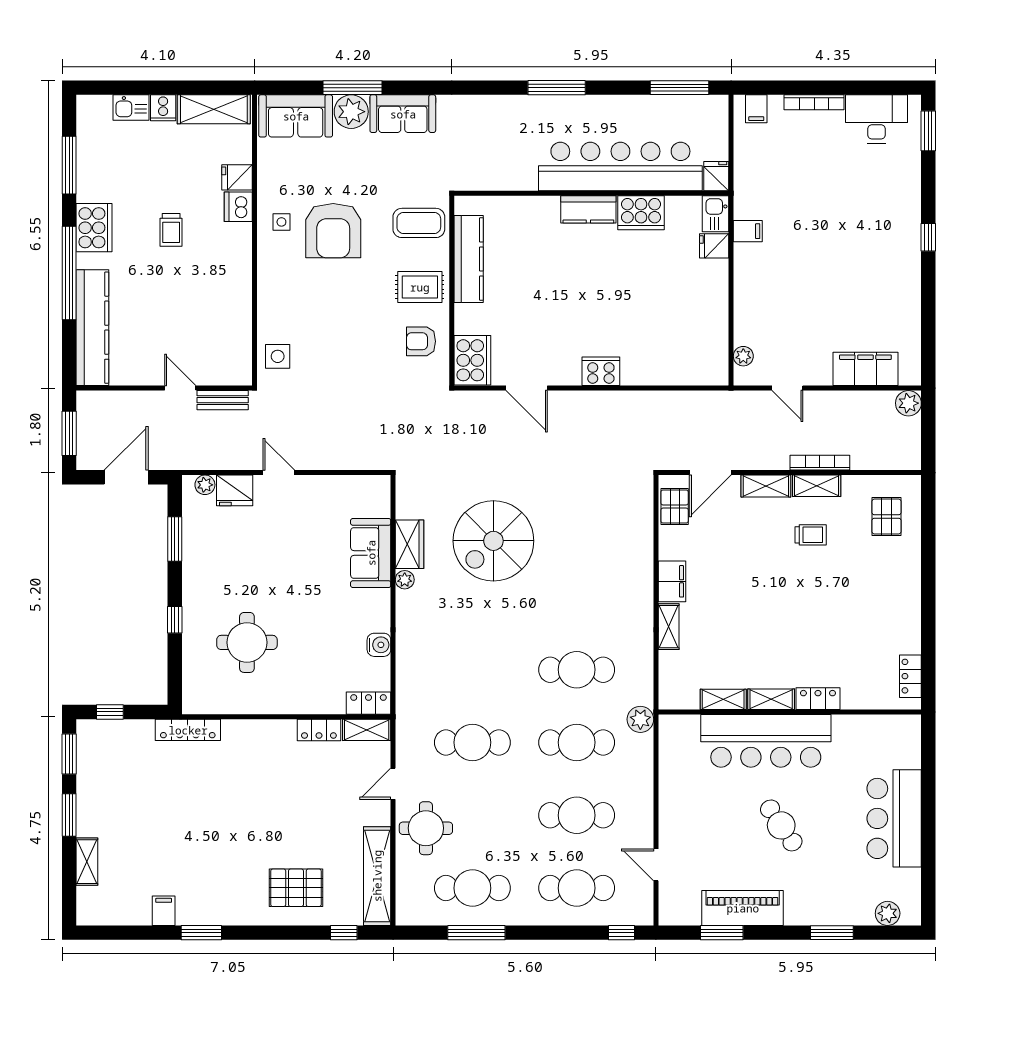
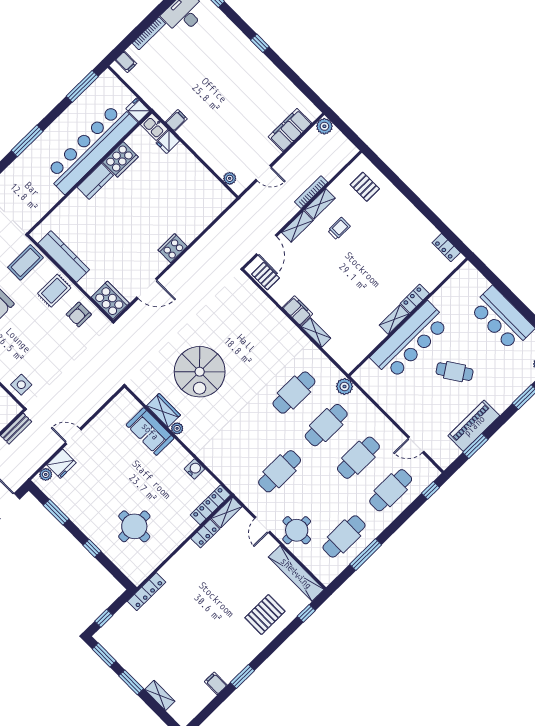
shelving: (723, 699) -> (373, 341), removed
locker: (369, 703) -> (210, 505), width x1.53

